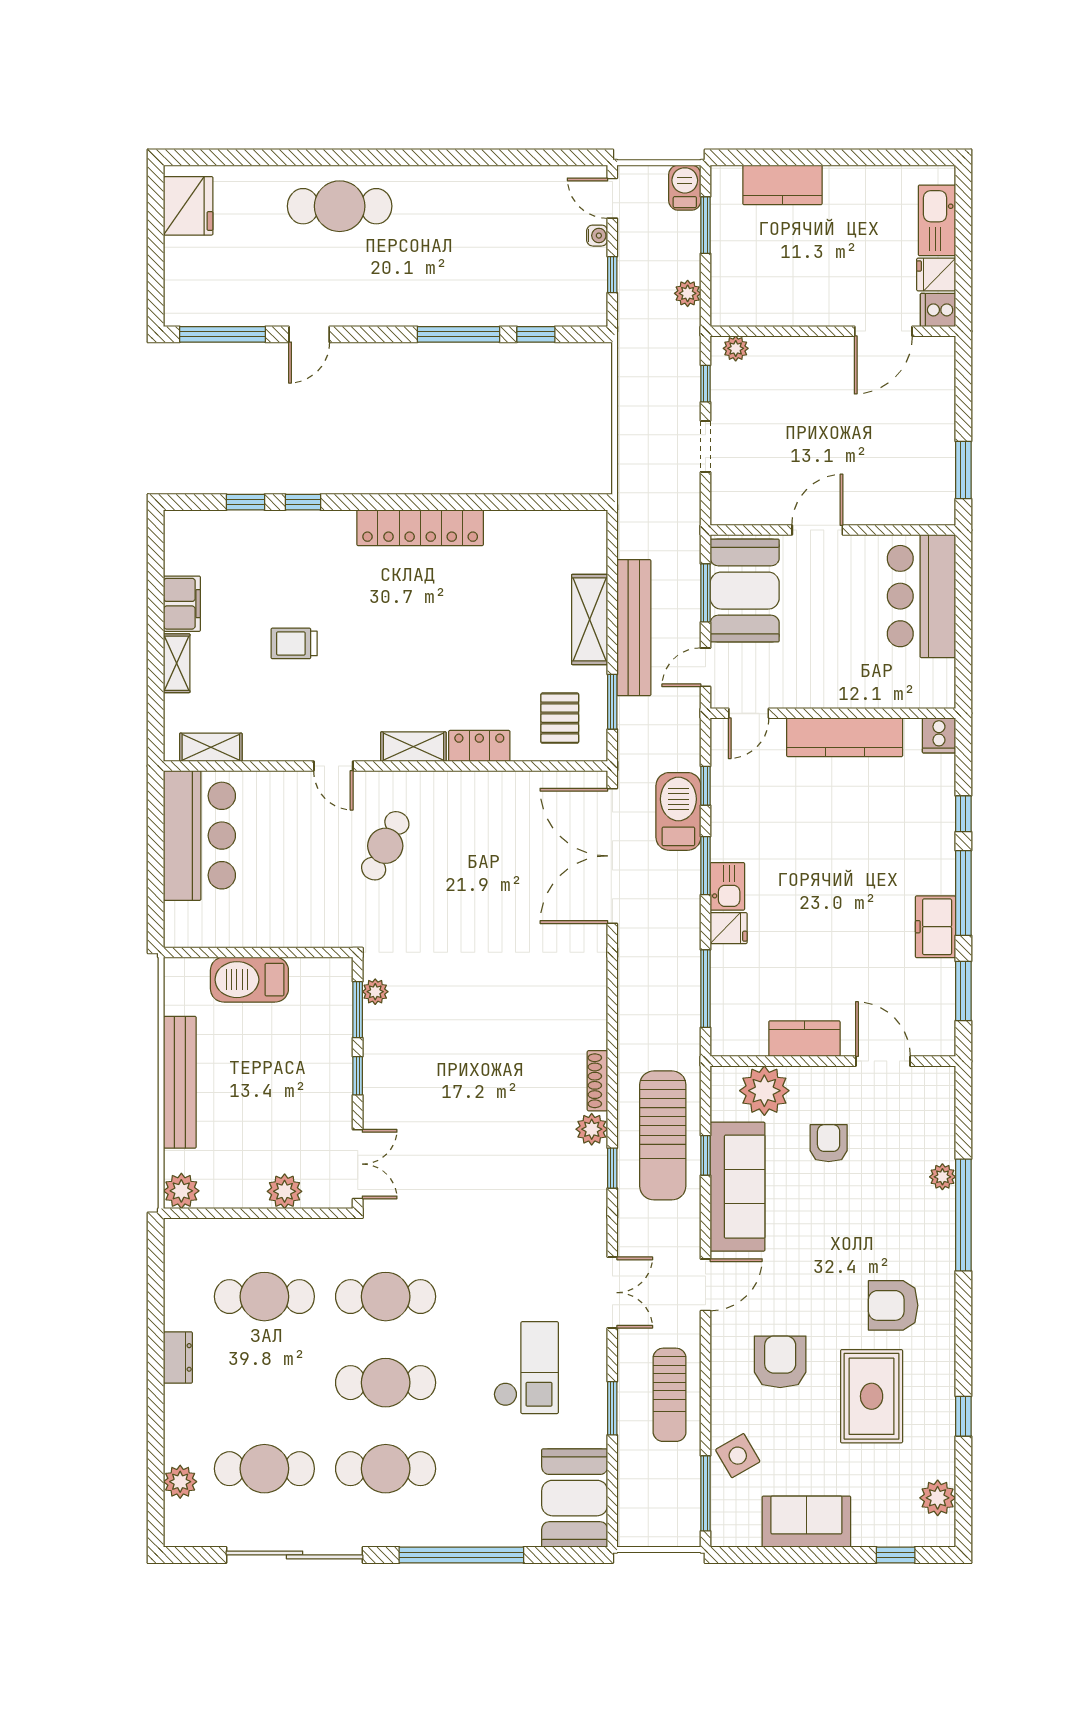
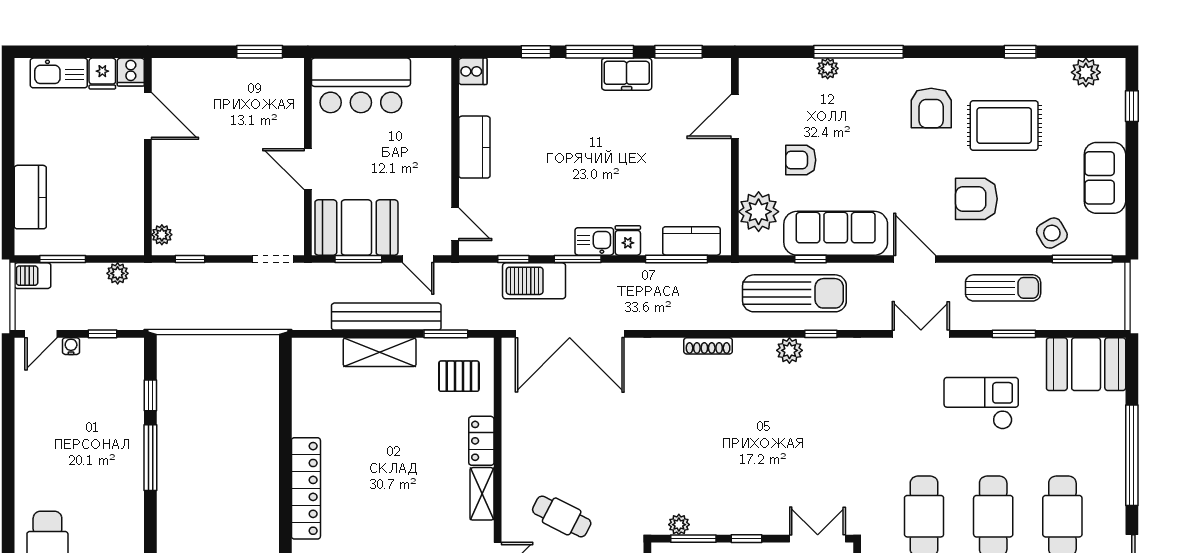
doorway: (705, 447) -> (273, 259), moved
kitchen counter: (845, 737) -> (474, 147), width x0.67
kitchen counter: (804, 1039) -> (691, 241), moved, turned 90
shoe rack: (597, 1081) -> (708, 346), moved

